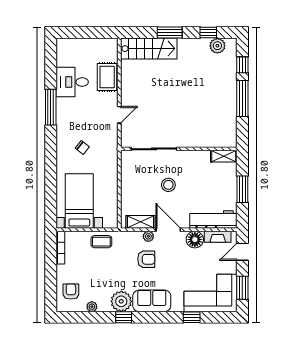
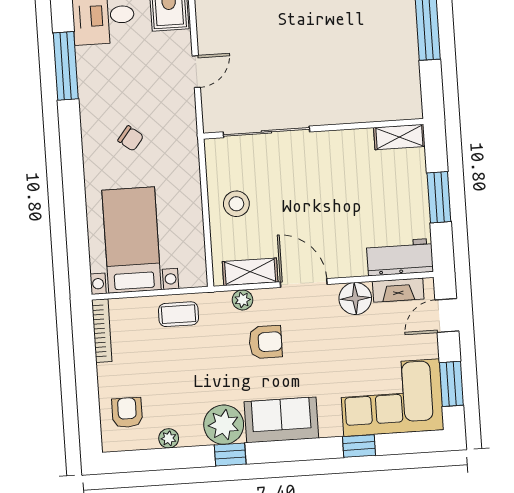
stool: (168, 185) -> (236, 204), moved
workbench: (213, 219) -> (400, 257), width x0.73
plant: (148, 236) -> (242, 300), moved

